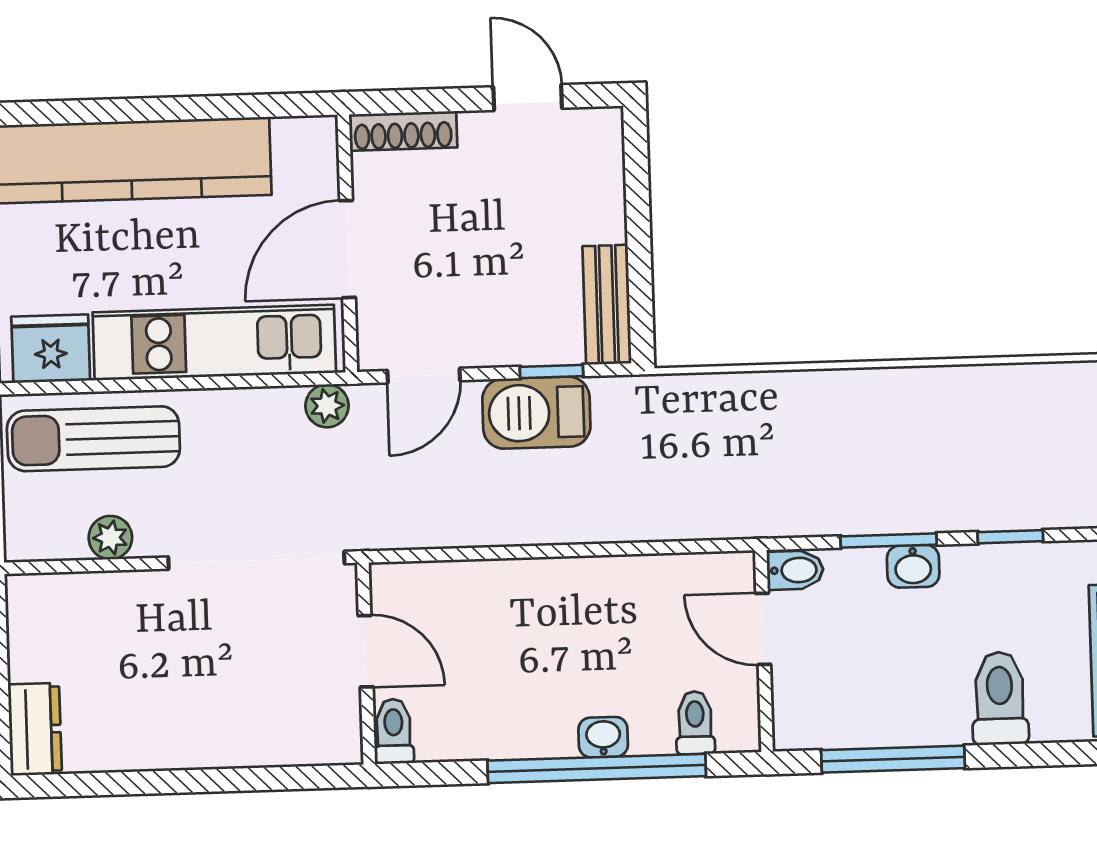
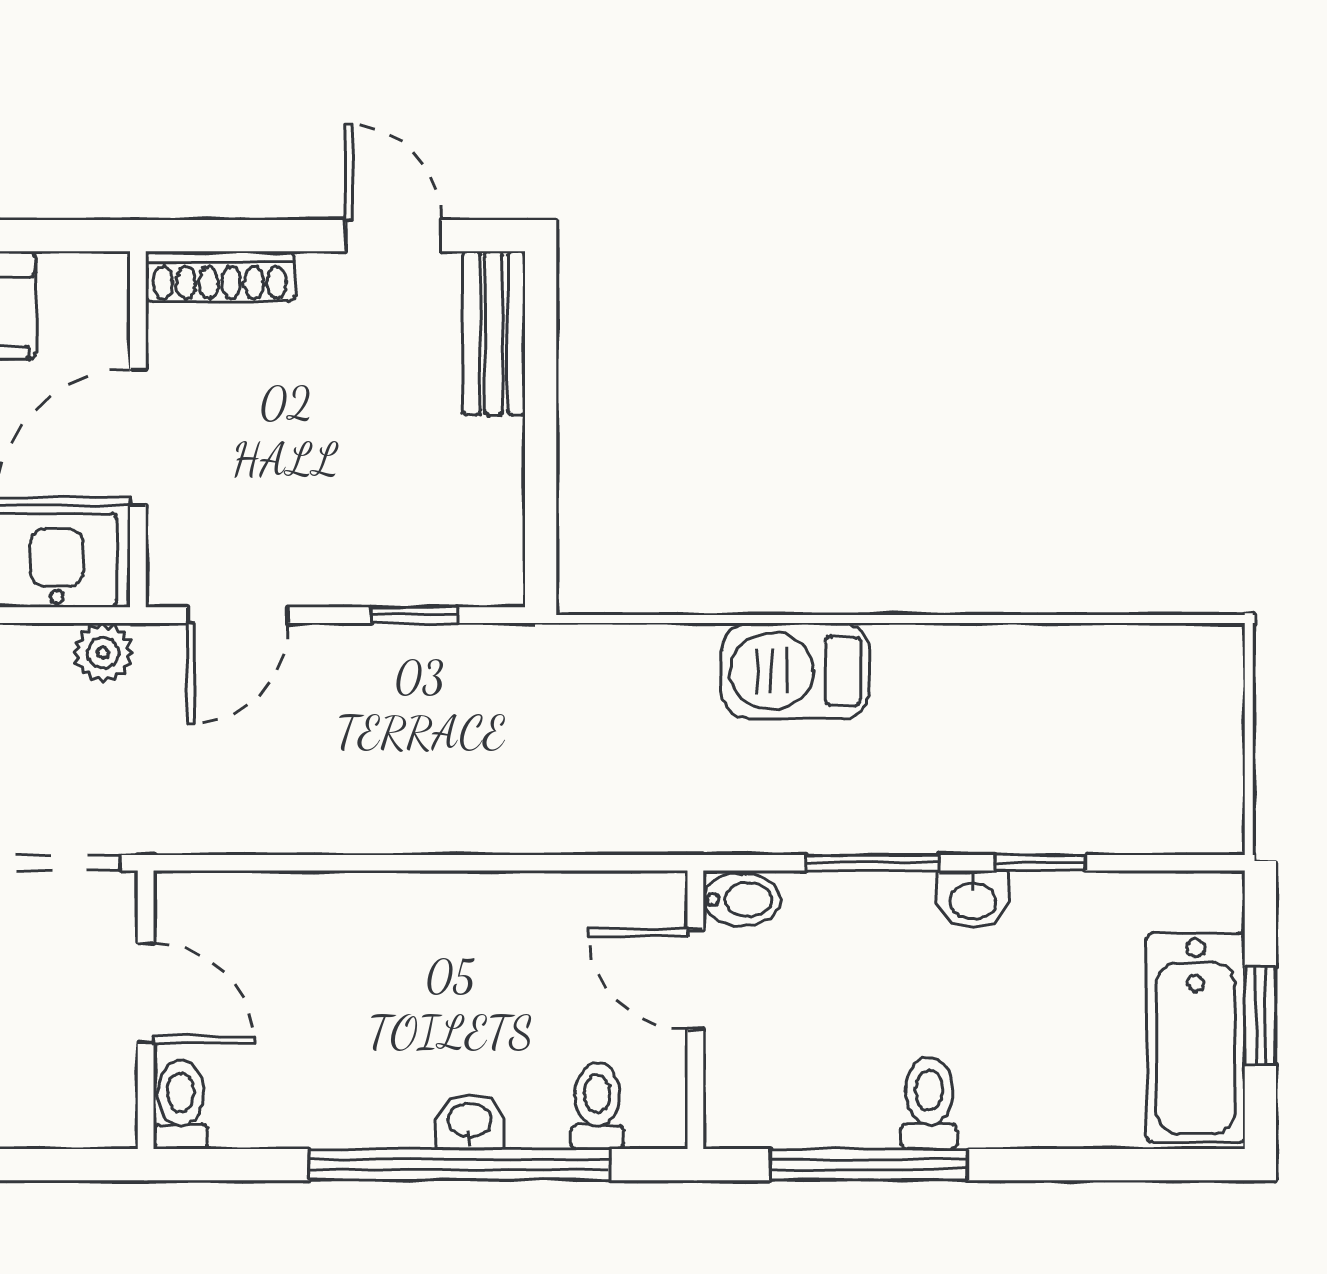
bench: (607, 305) -> (494, 333), moved
barbecue: (536, 413) -> (795, 671), moved
washbasin: (913, 566) -> (973, 899), moved
toilet: (1000, 698) -> (929, 1103), moved, width x0.73, depth x0.72

